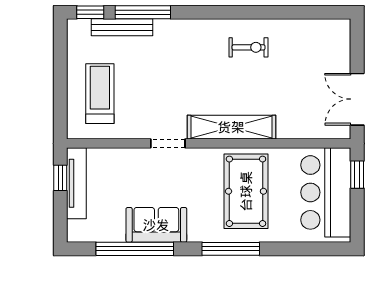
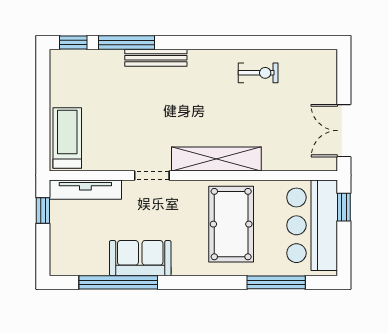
bench: (122, 27) -> (156, 58), moved
exercise bike: (249, 47) -> (258, 73), moved
treadmill: (100, 94) -> (67, 138), moved
tv unit: (76, 183) -> (85, 190), moved, turned 90
window: (231, 249) -> (276, 282), moved

